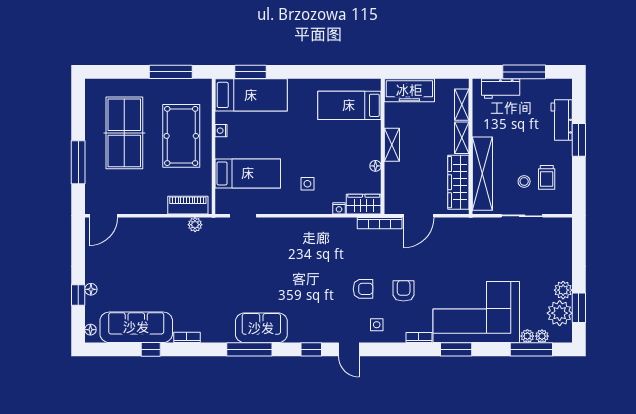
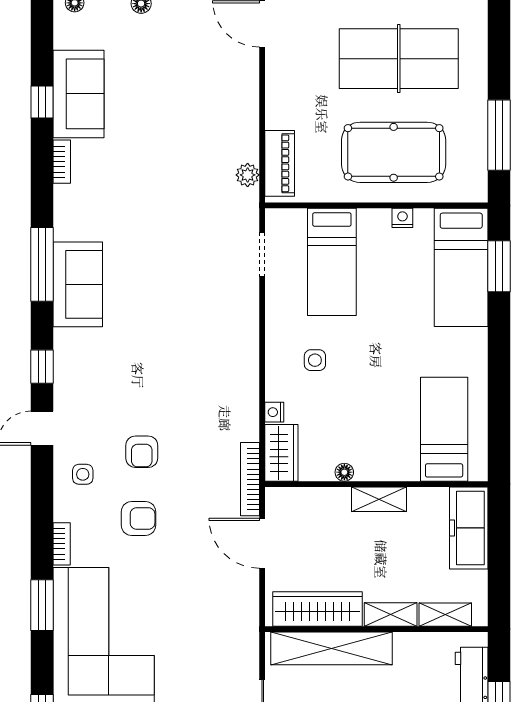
sofa: (136, 327) -> (78, 94), width x0.73

